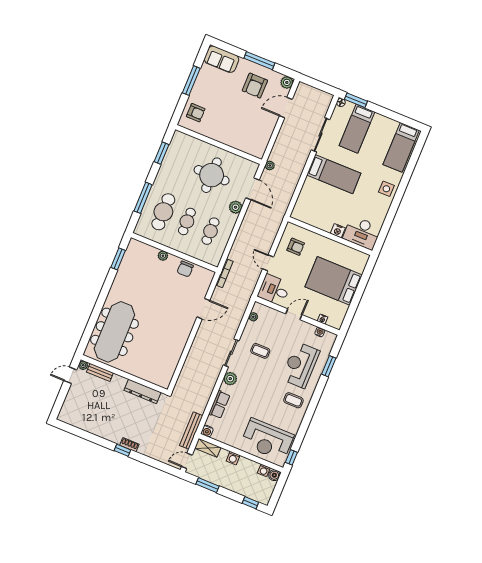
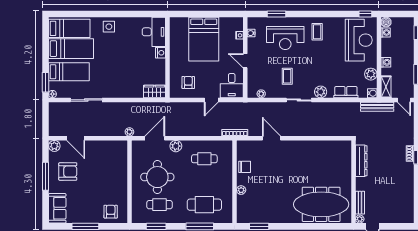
bed: (334, 174) -> (71, 49), moved, turned 90
wardrobe: (301, 208) -> (155, 91), added
cafe table: (187, 221) -> (160, 205), moved
plant: (227, 438) -> (371, 74), added

